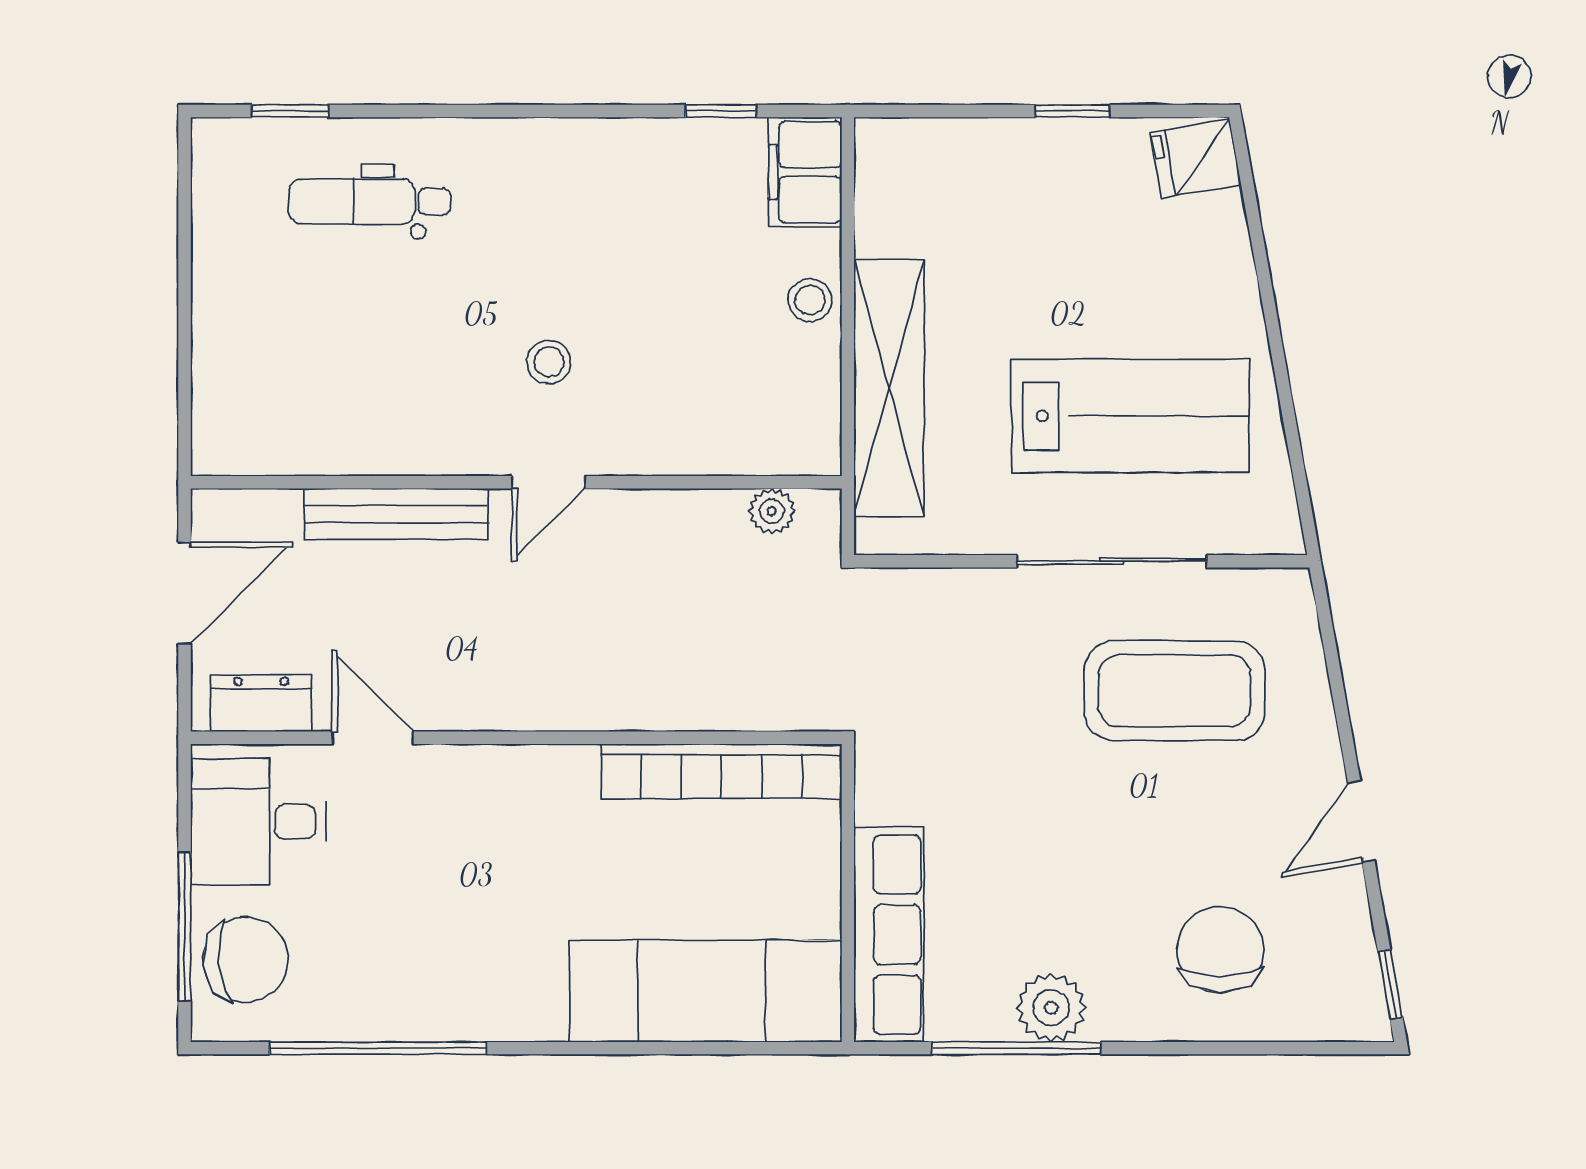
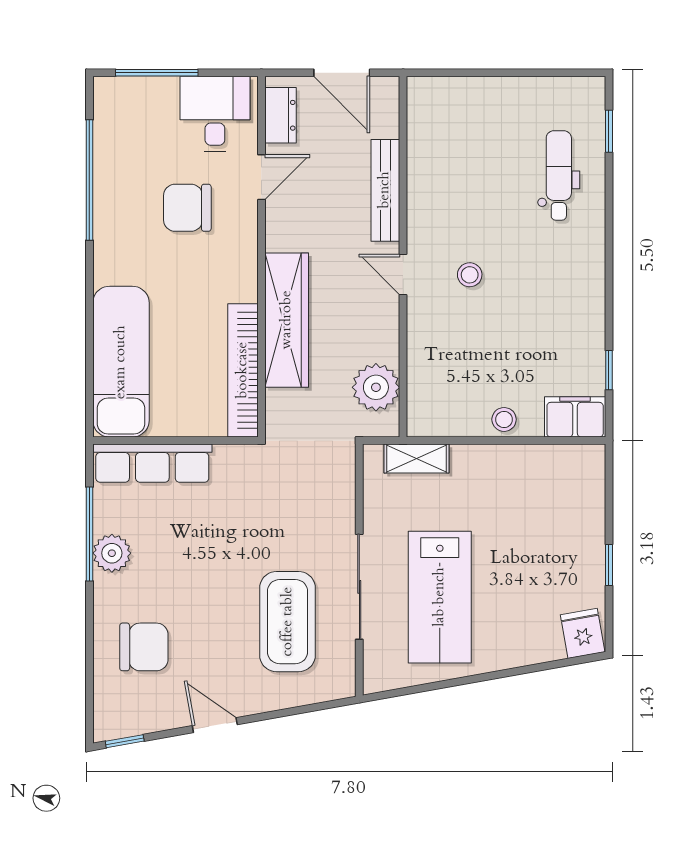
shelving: (889, 388) -> (416, 458), width x0.45, depth x0.75
plant: (772, 511) -> (376, 387), width x1.88, depth x1.88
wardrobe: (630, 692) -> (287, 320), added
chair: (246, 960) -> (187, 208), moved, turned 96

